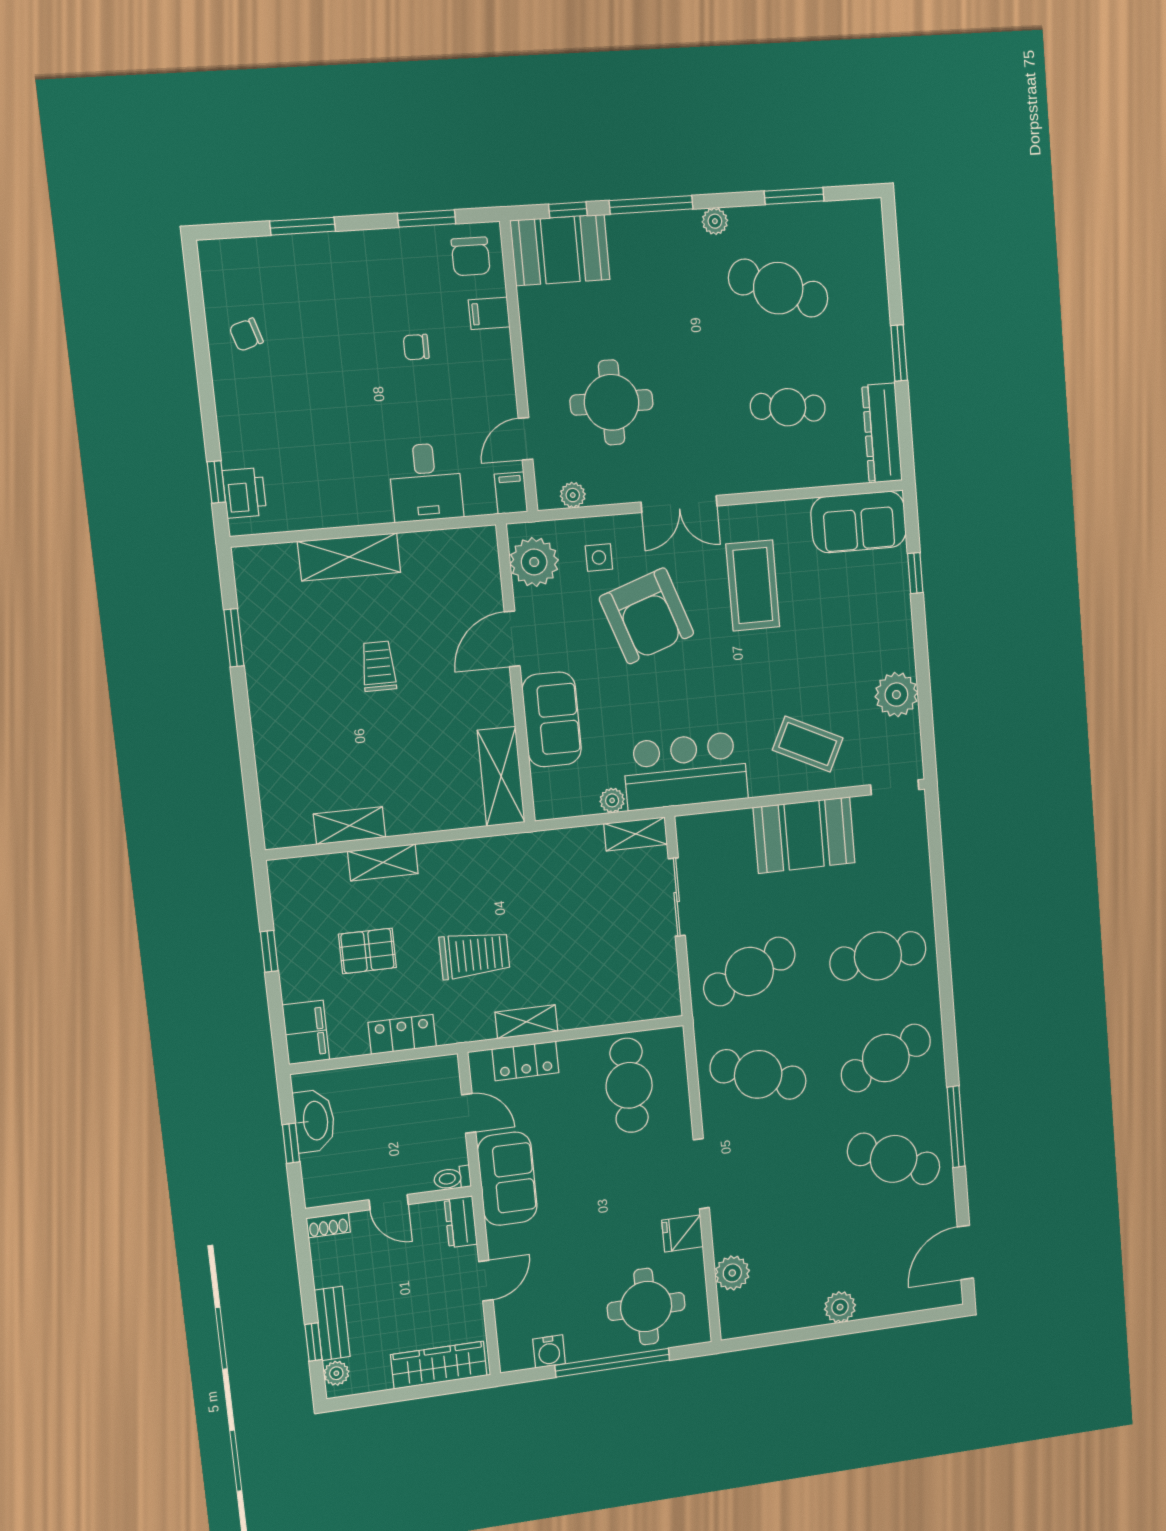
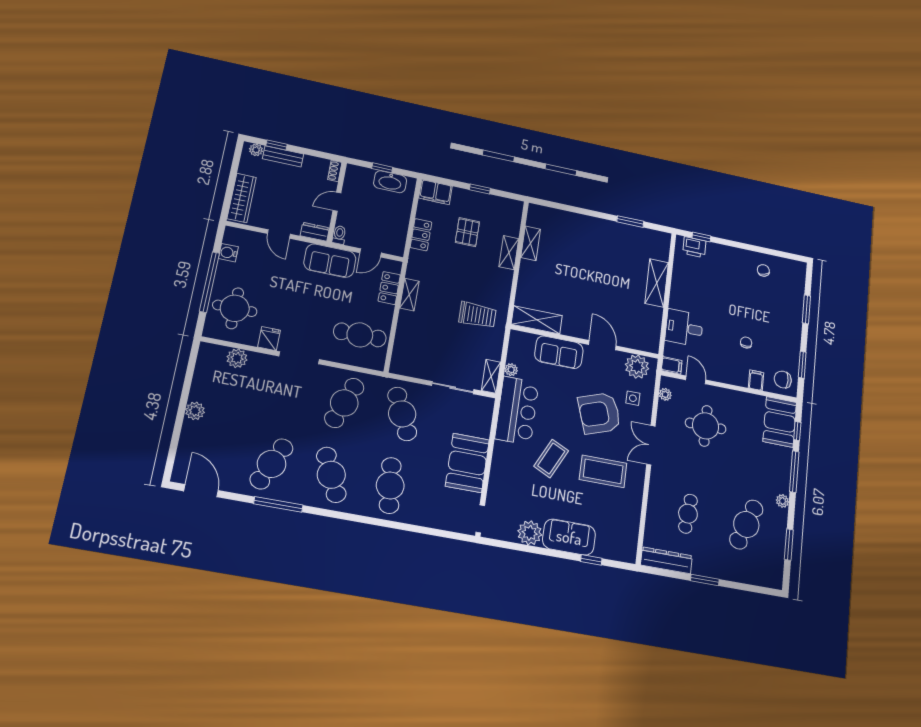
sofa: (859, 522) -> (569, 537), moved, turned 90
trolley: (378, 666) -> (603, 280), removed
coffee table: (808, 744) -> (551, 458), moved
trolley: (475, 955) -> (477, 315), moved, turned -90

